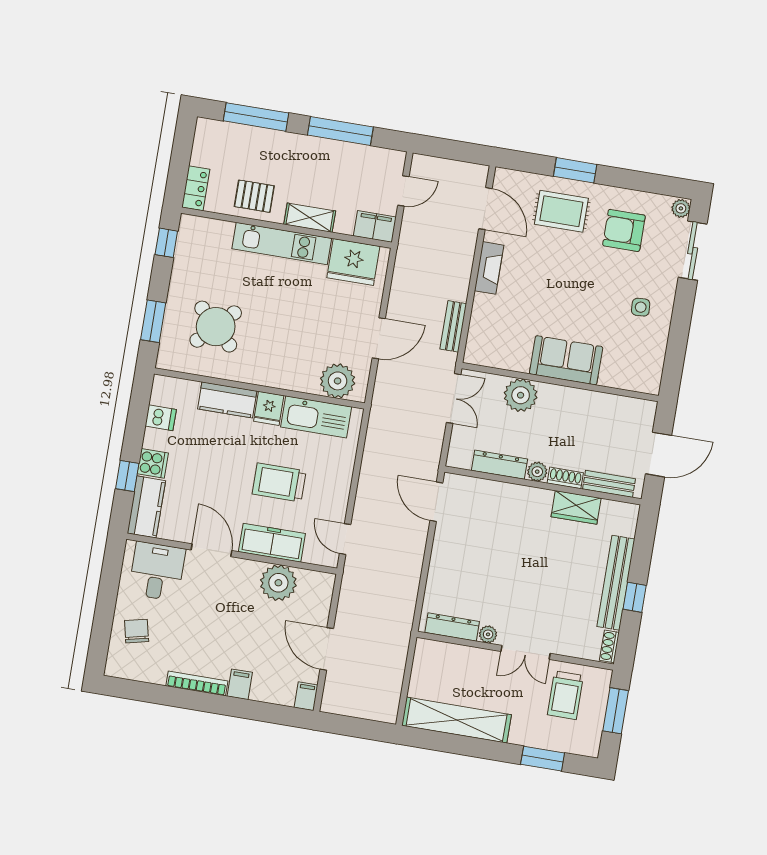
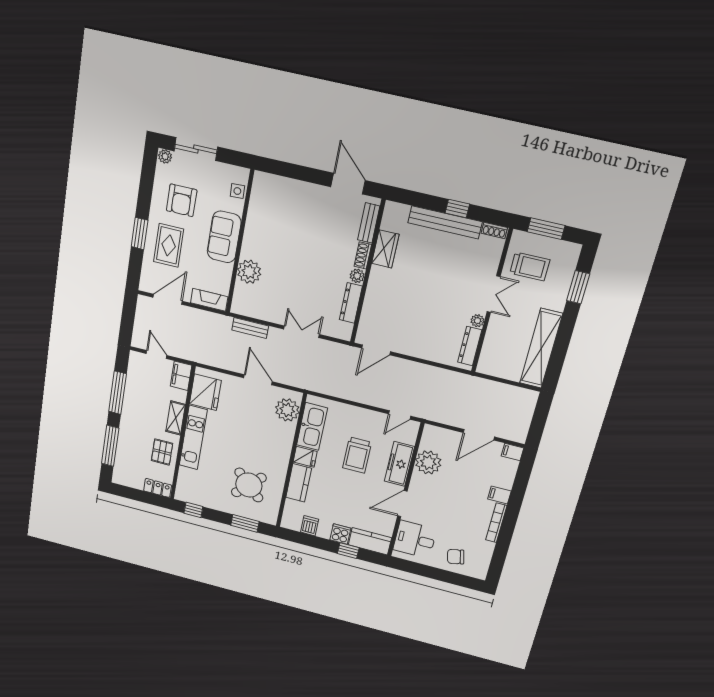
sofa: (566, 360) -> (224, 237), moved
wall: (560, 382) -> (240, 242), moved
plant: (521, 395) -> (249, 272), moved

